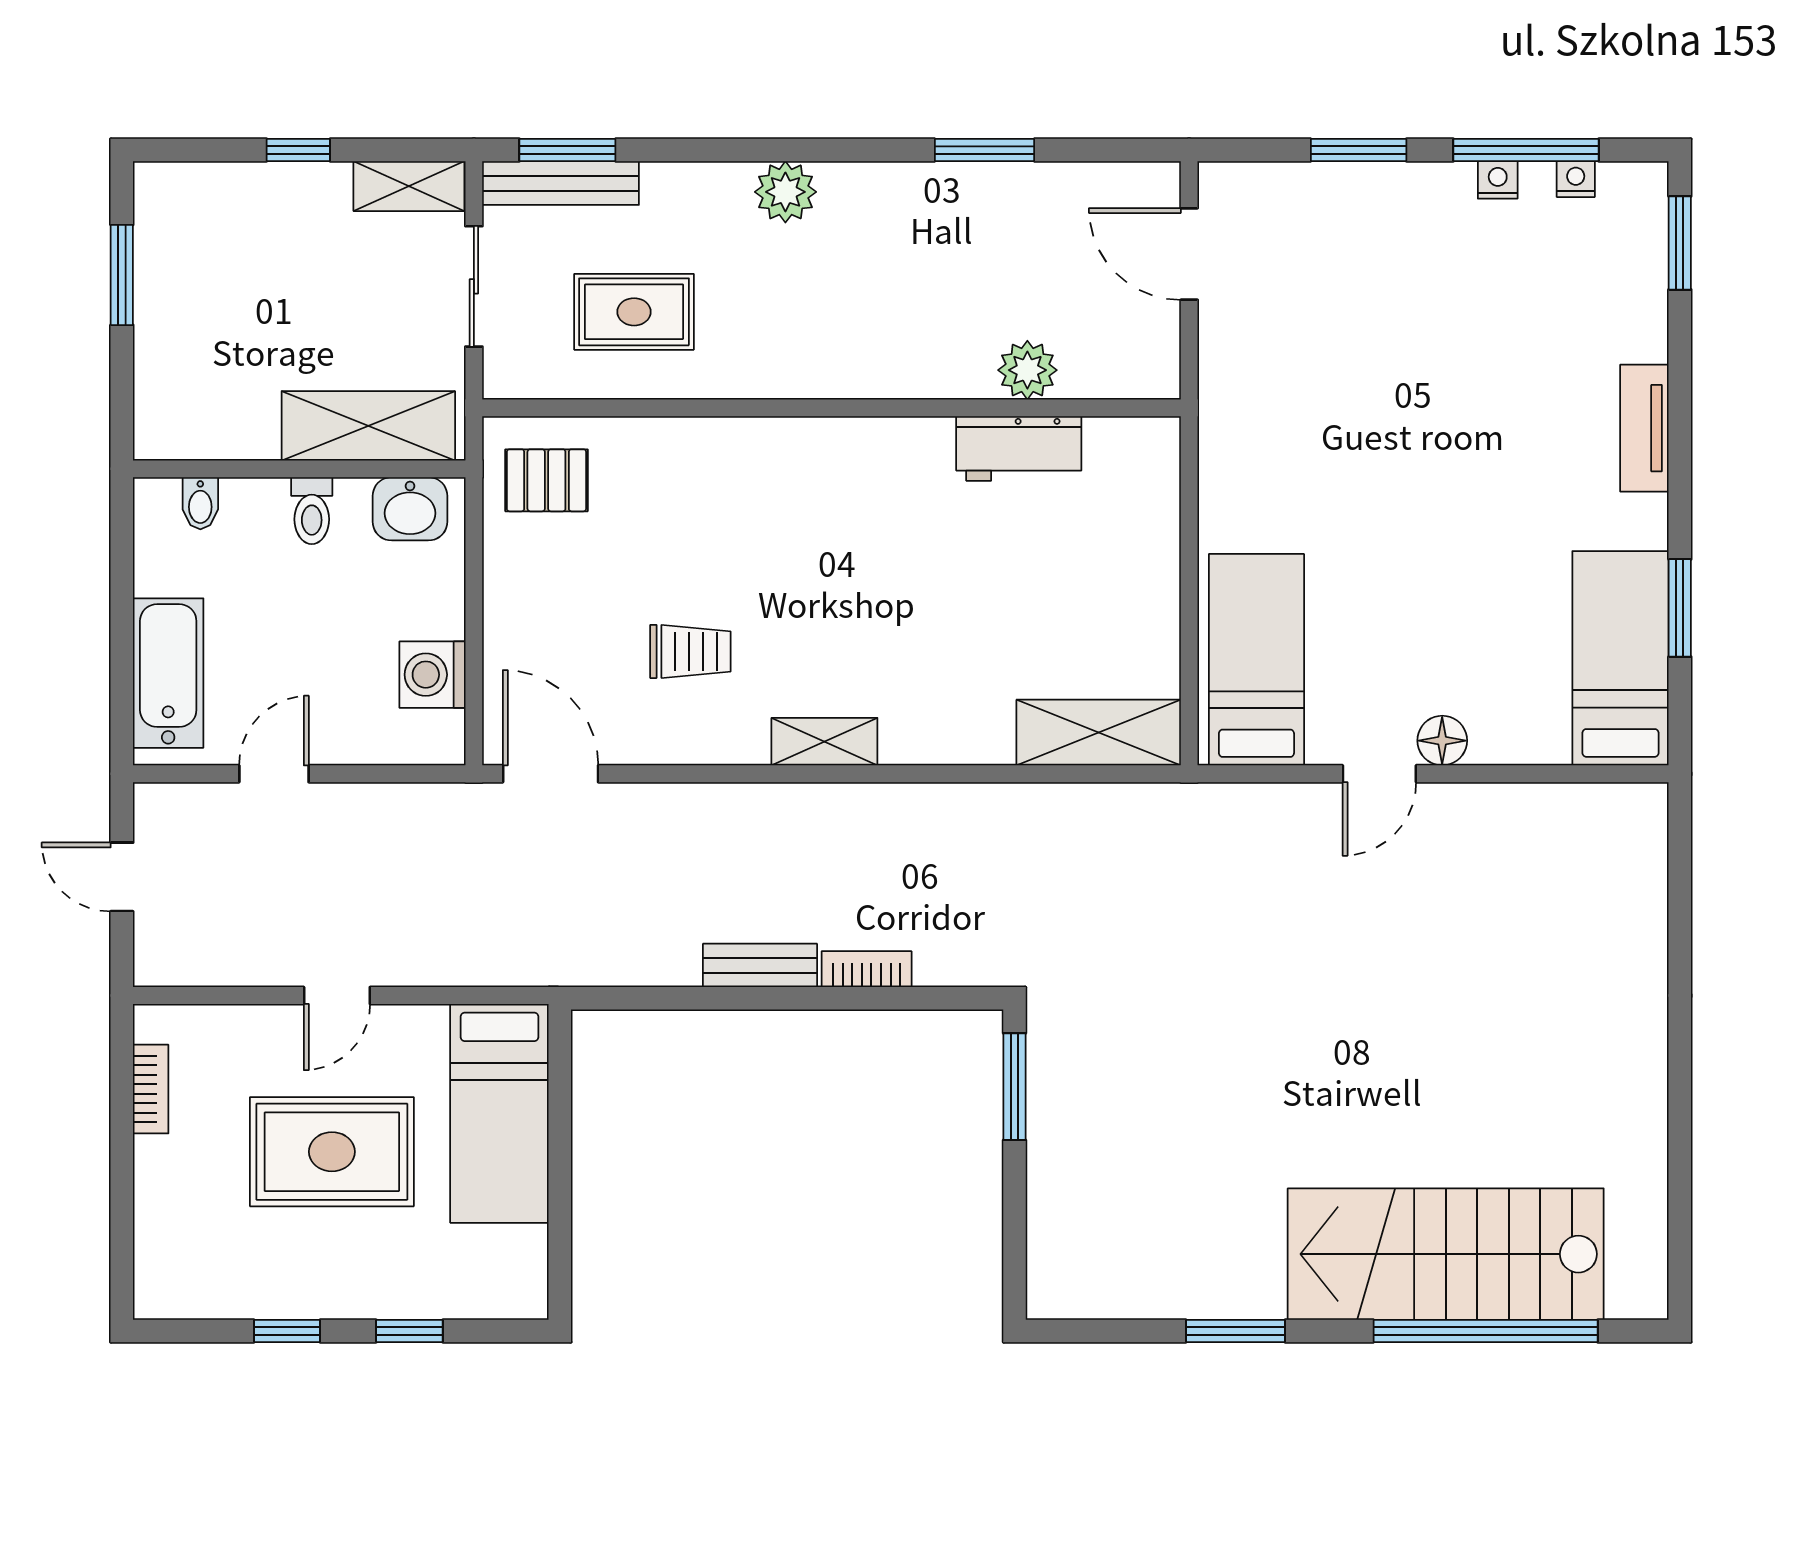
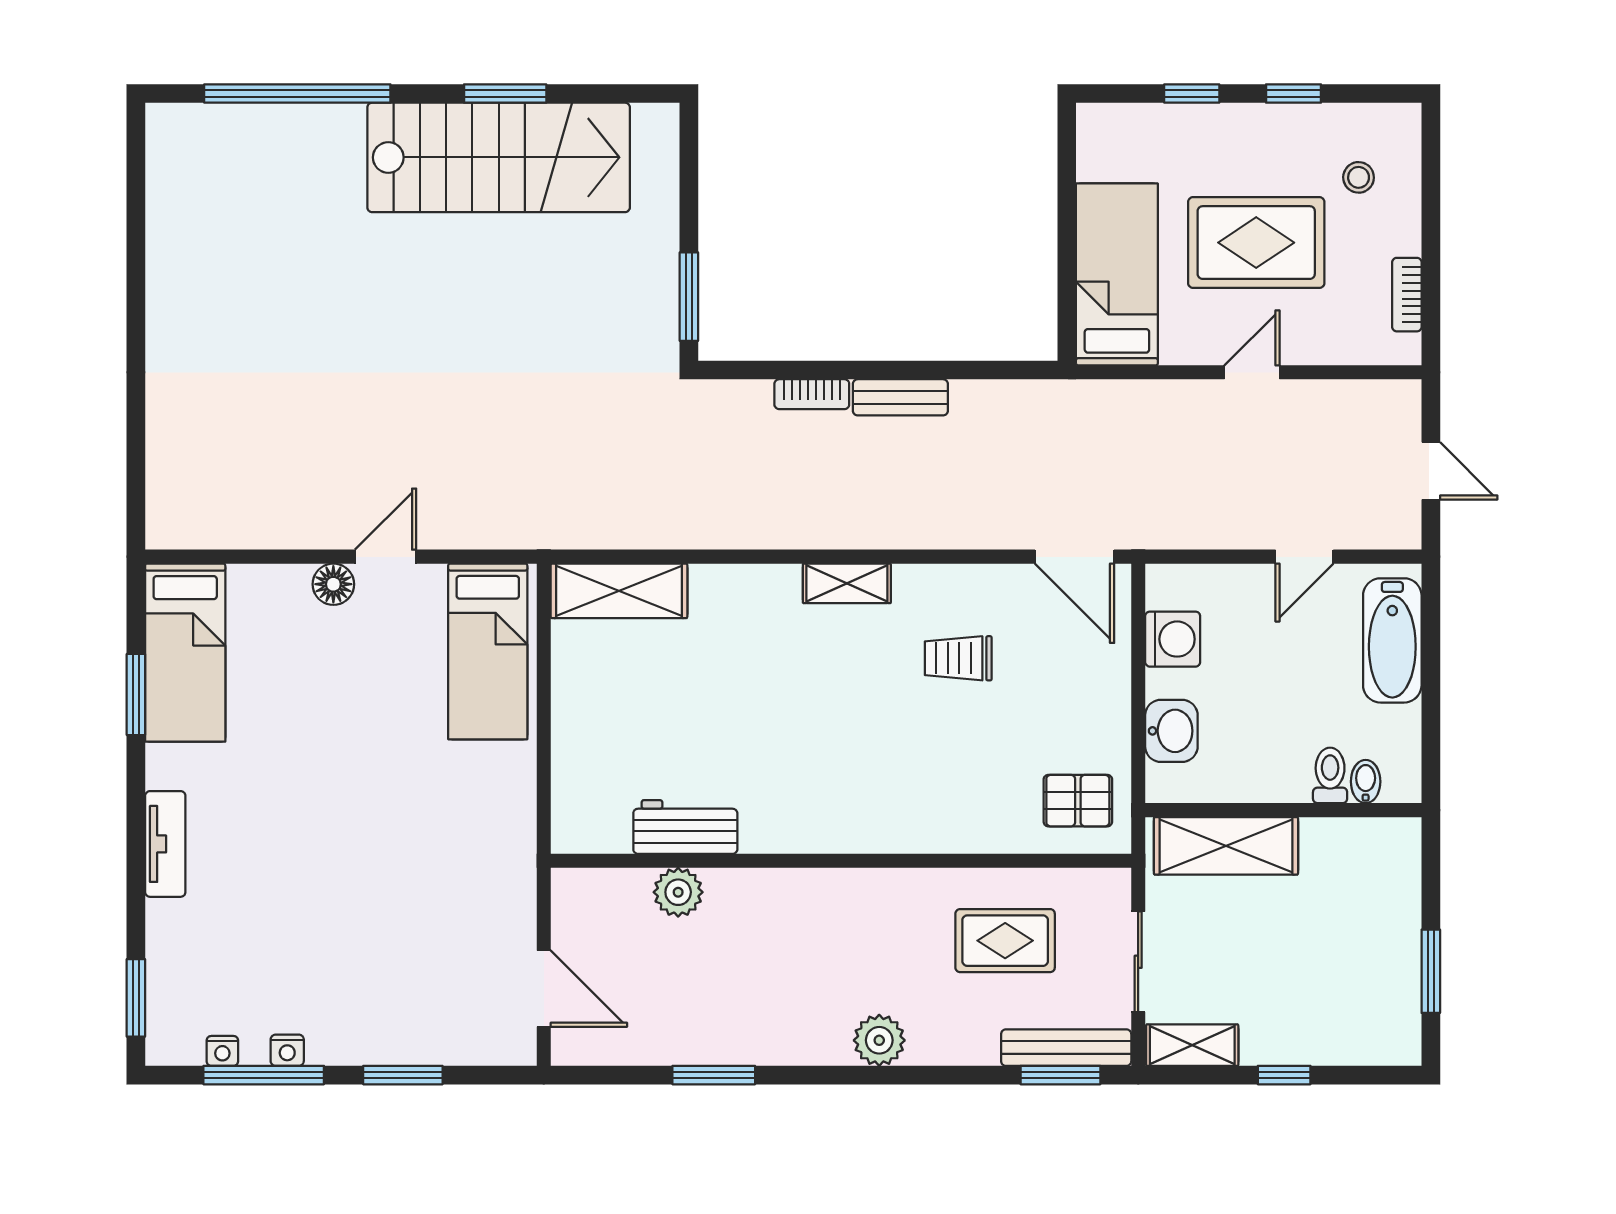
washbasin: (410, 509) -> (1171, 731), moved, turned 90
toilet: (312, 511) -> (1330, 775), moved
stool: (209, 1230) -> (1359, 177), added
stairs: (1446, 1254) -> (499, 157), moved

